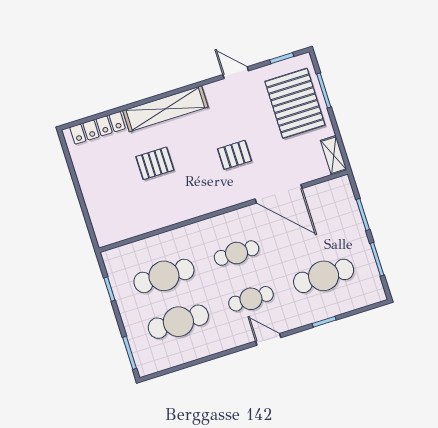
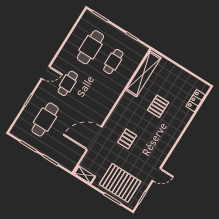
shelving: (165, 109) -> (143, 74), moved
locker: (98, 128) -> (196, 101), width x0.66
cafe table: (237, 253) -> (91, 98), removed
cafe table: (164, 276) -> (113, 61), width x0.73, depth x0.74

